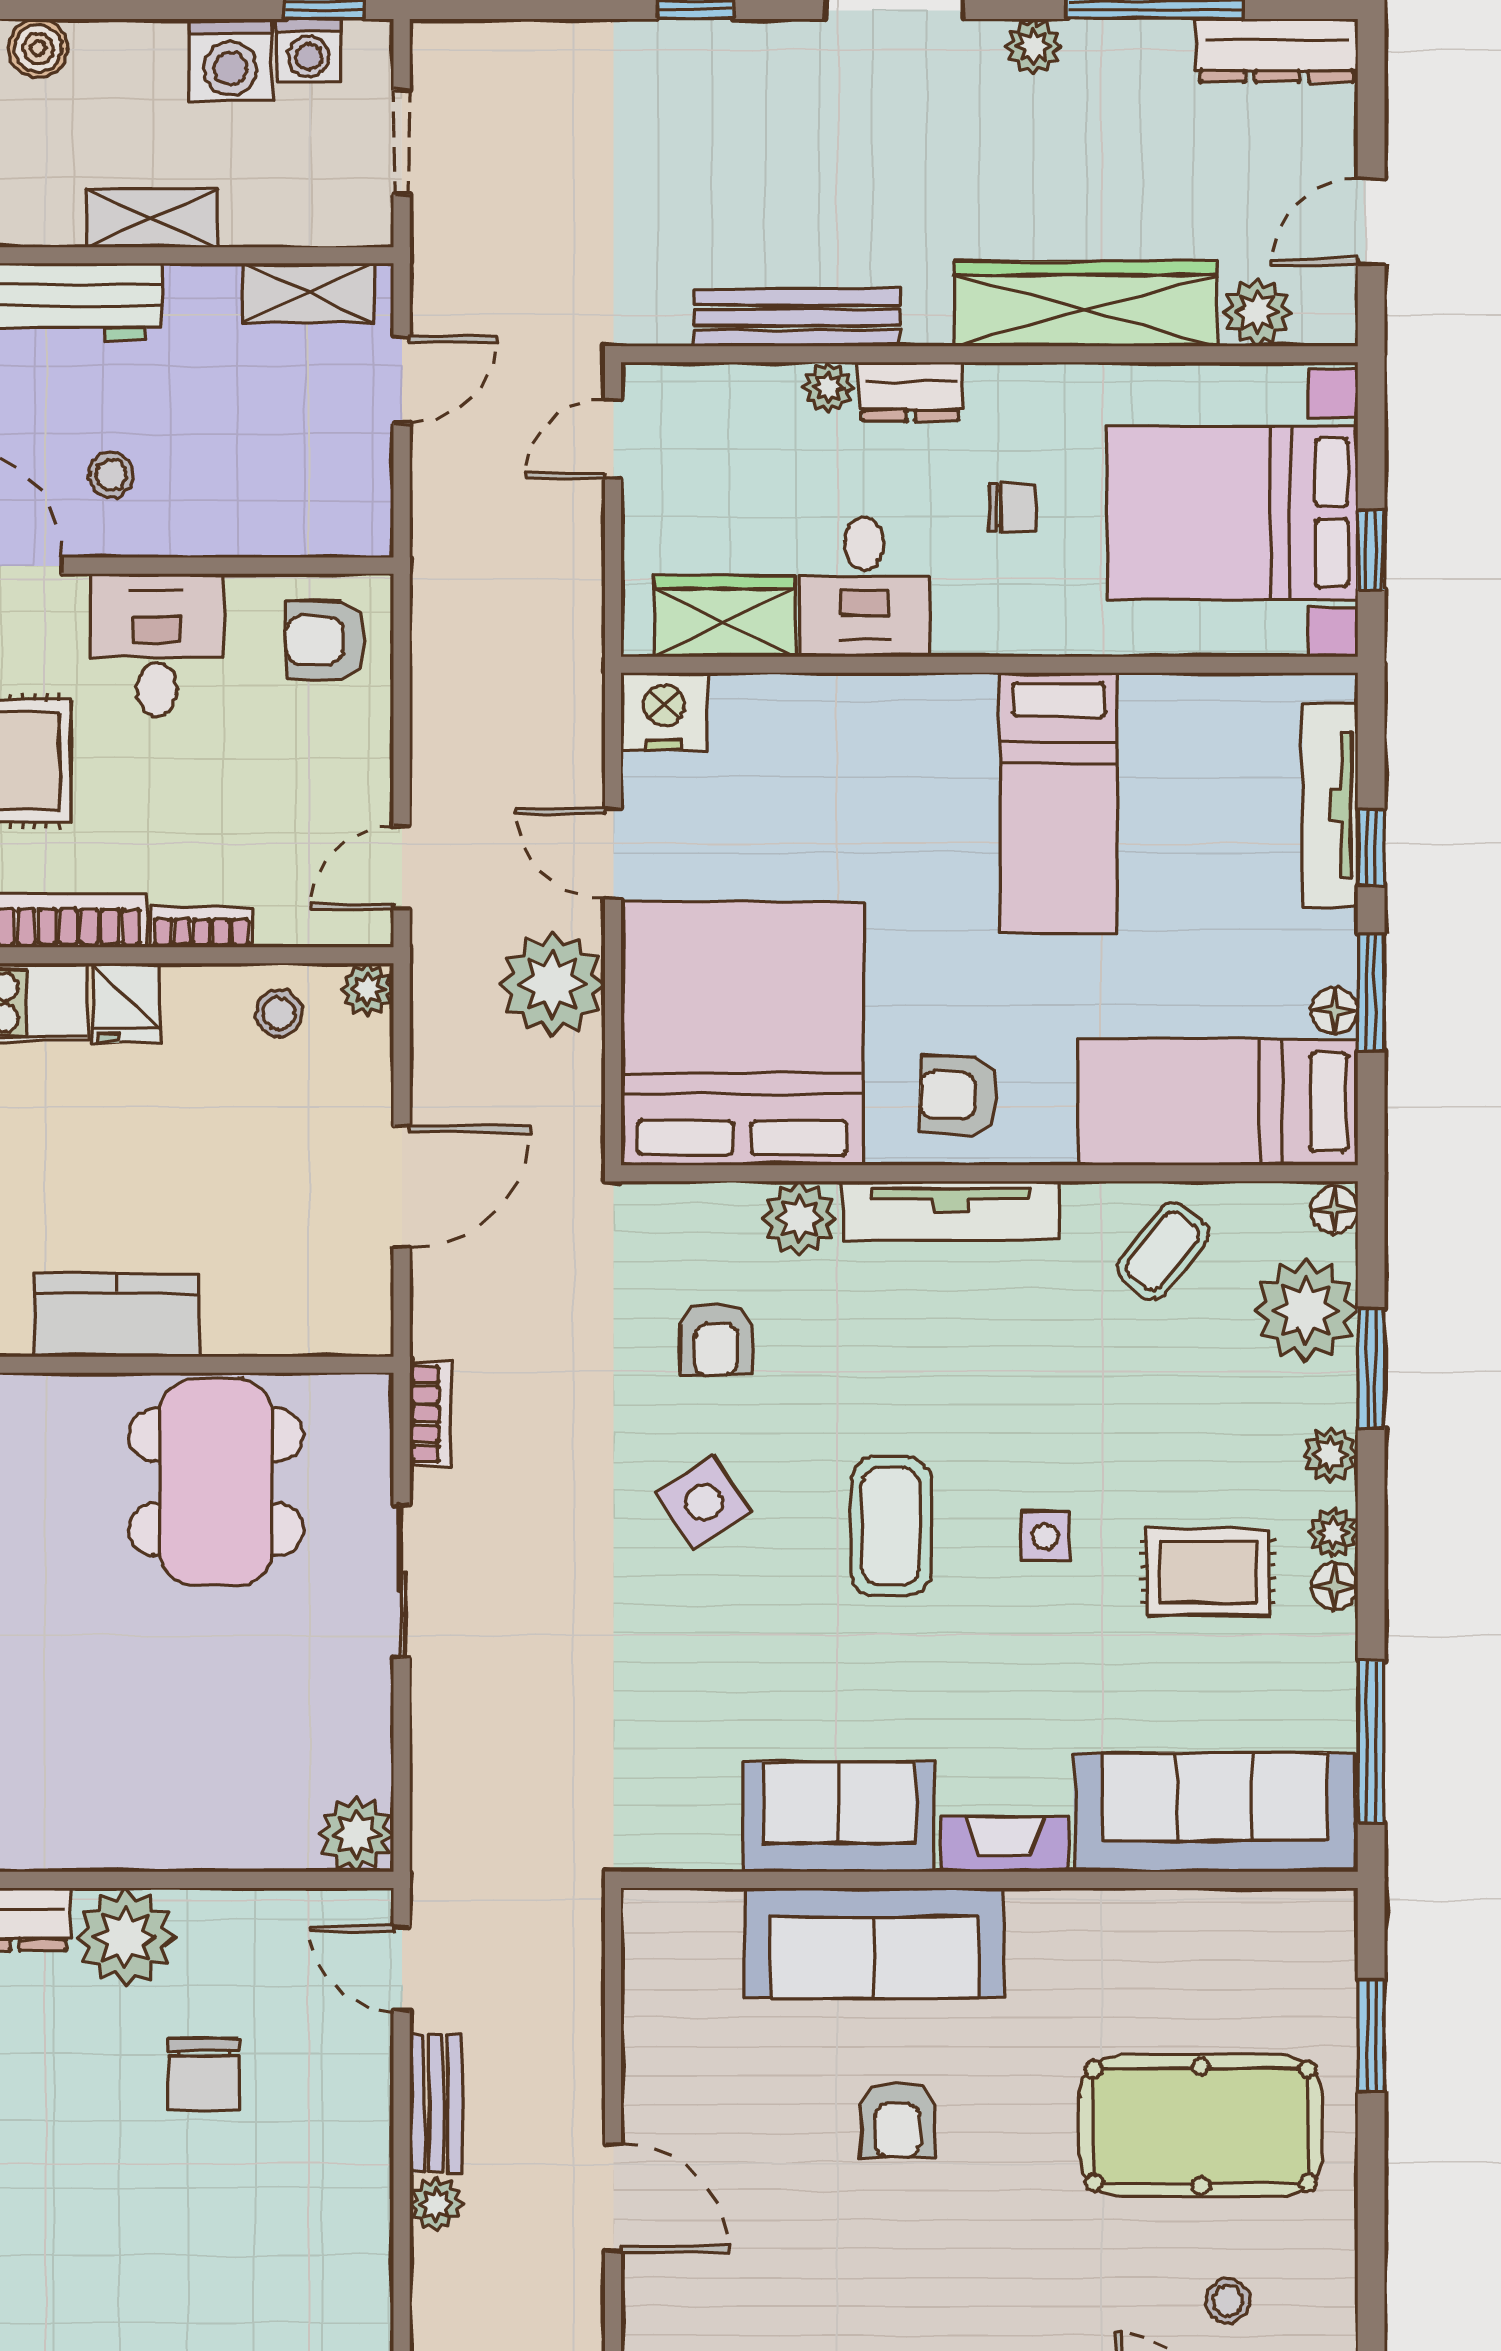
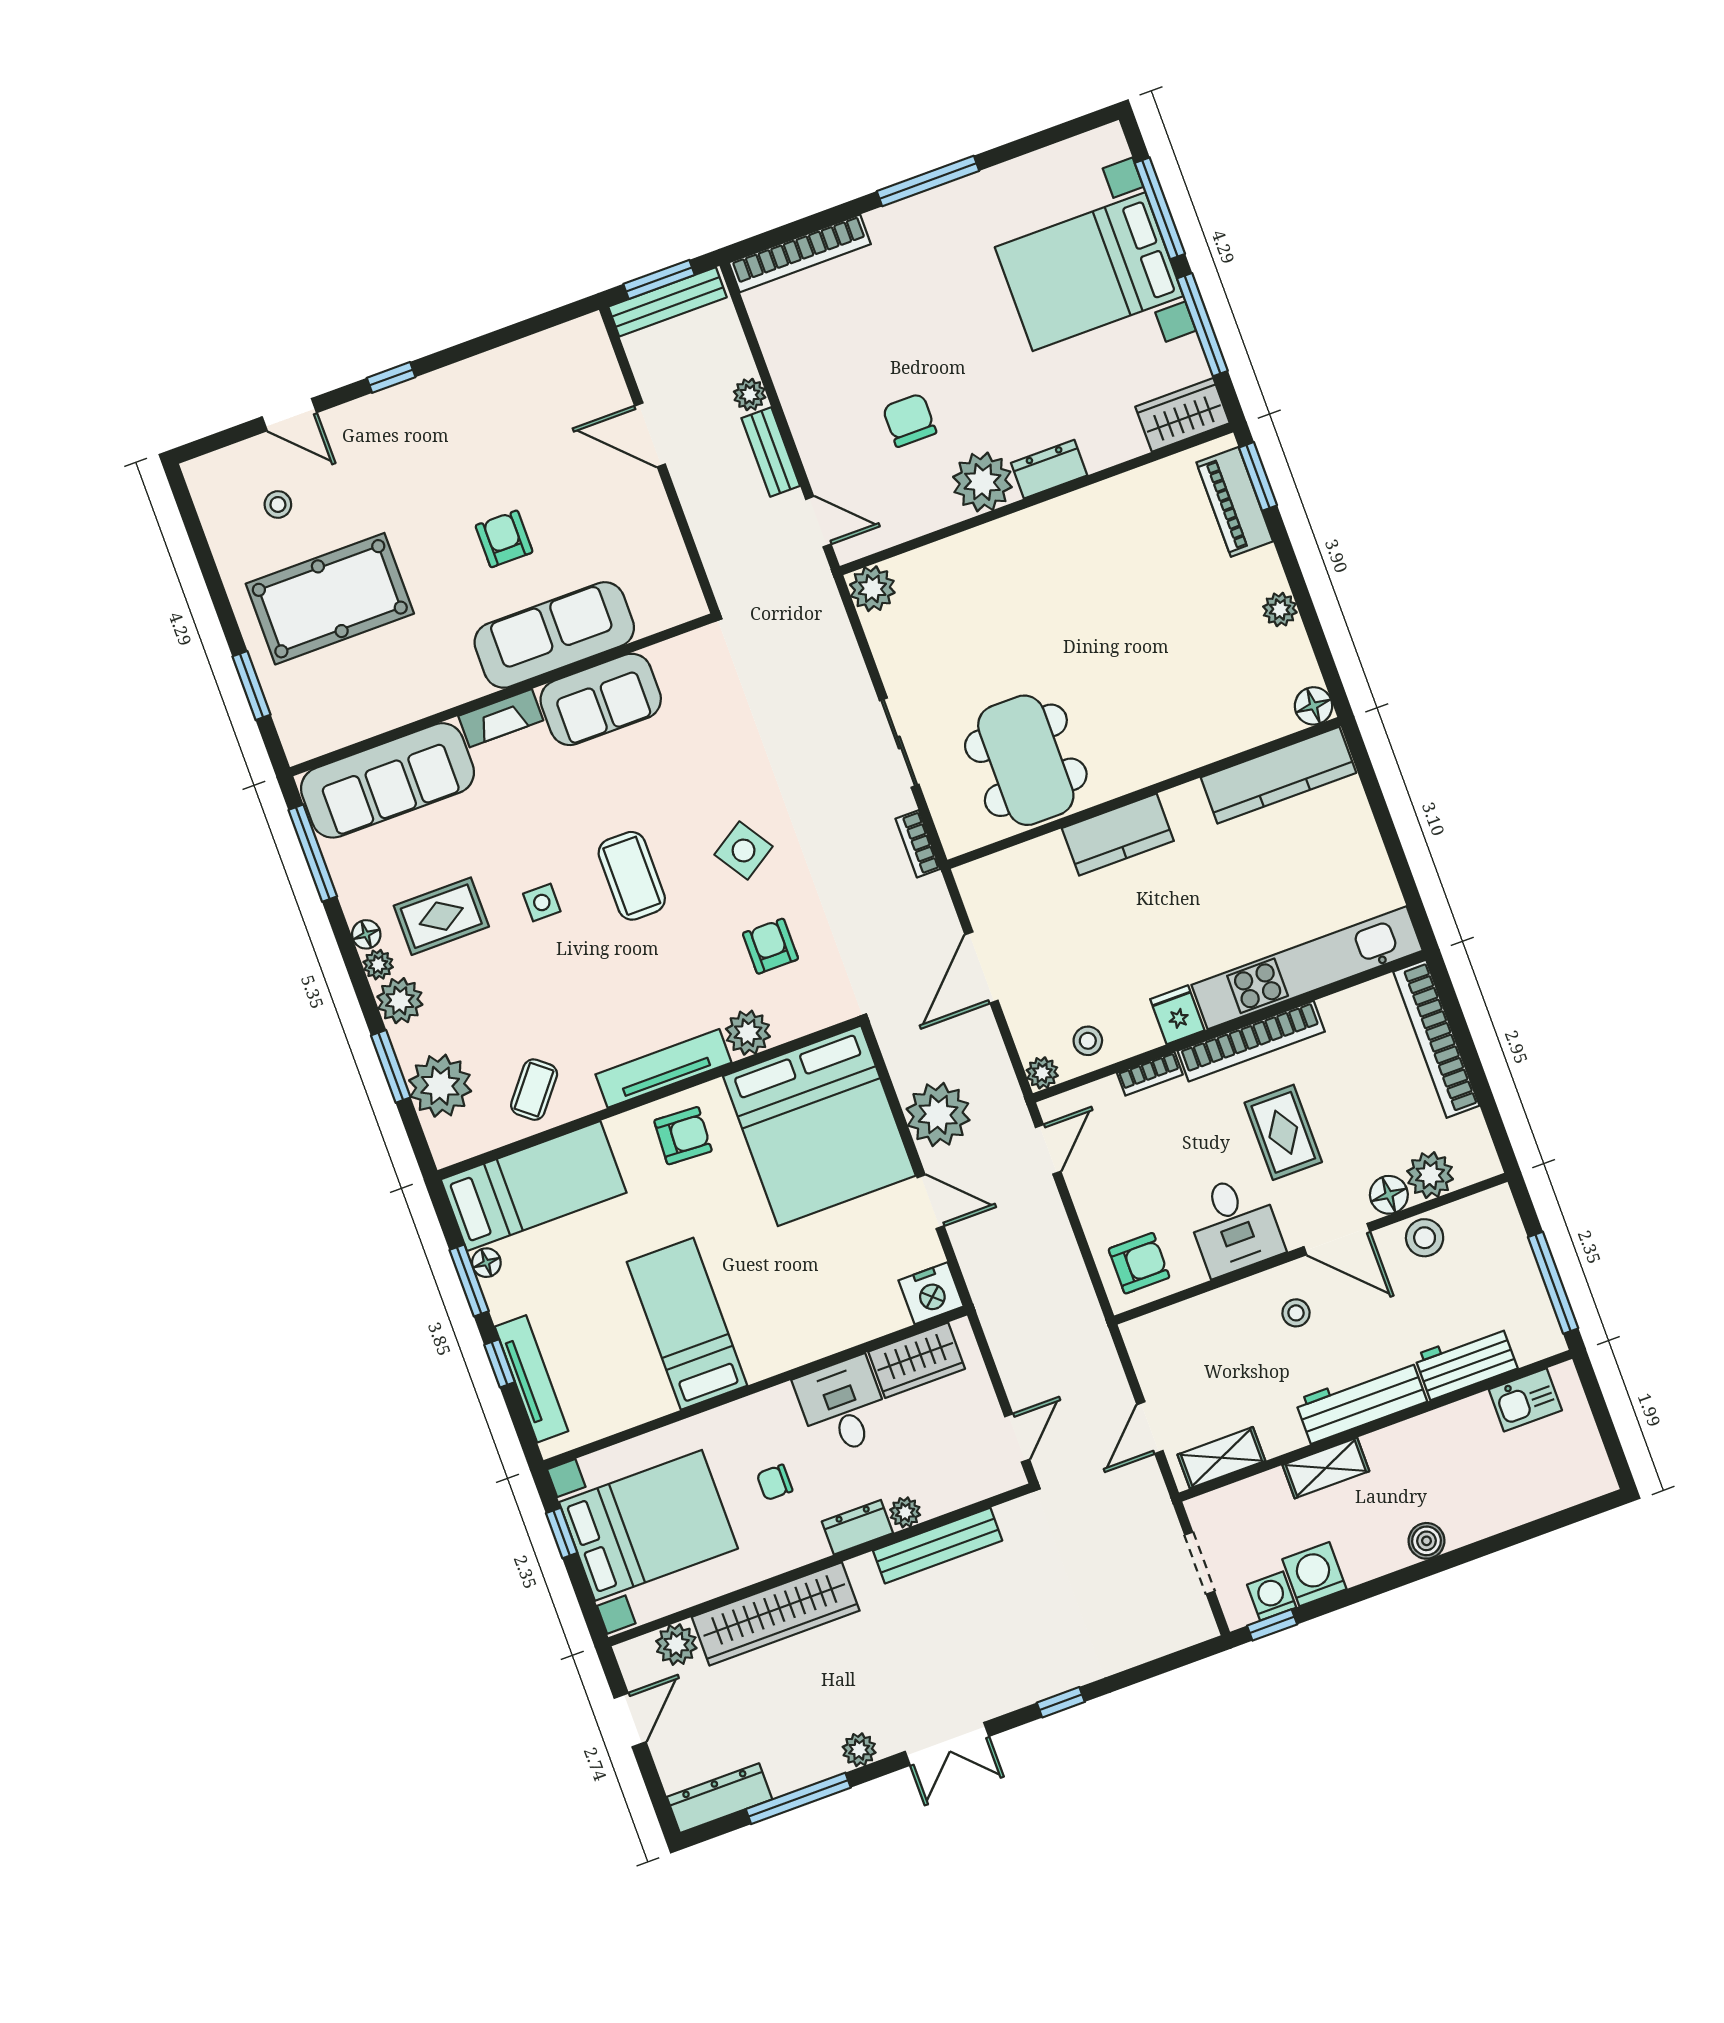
floor lamp: (1334, 1210) -> (445, 1149), removed
plant: (1330, 1454) -> (400, 1001), width x1.38, depth x1.38

